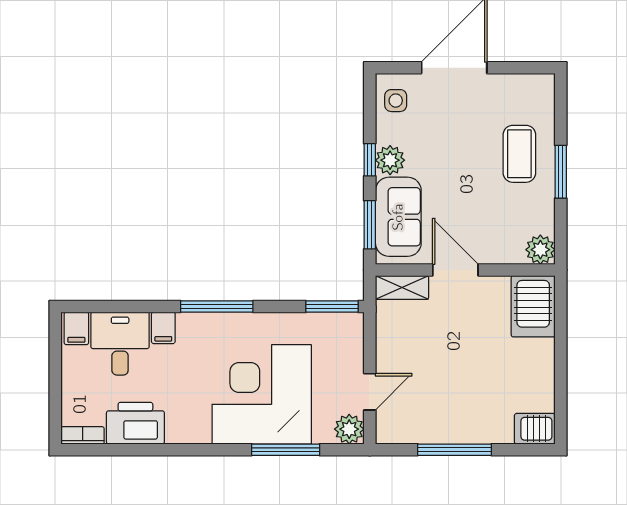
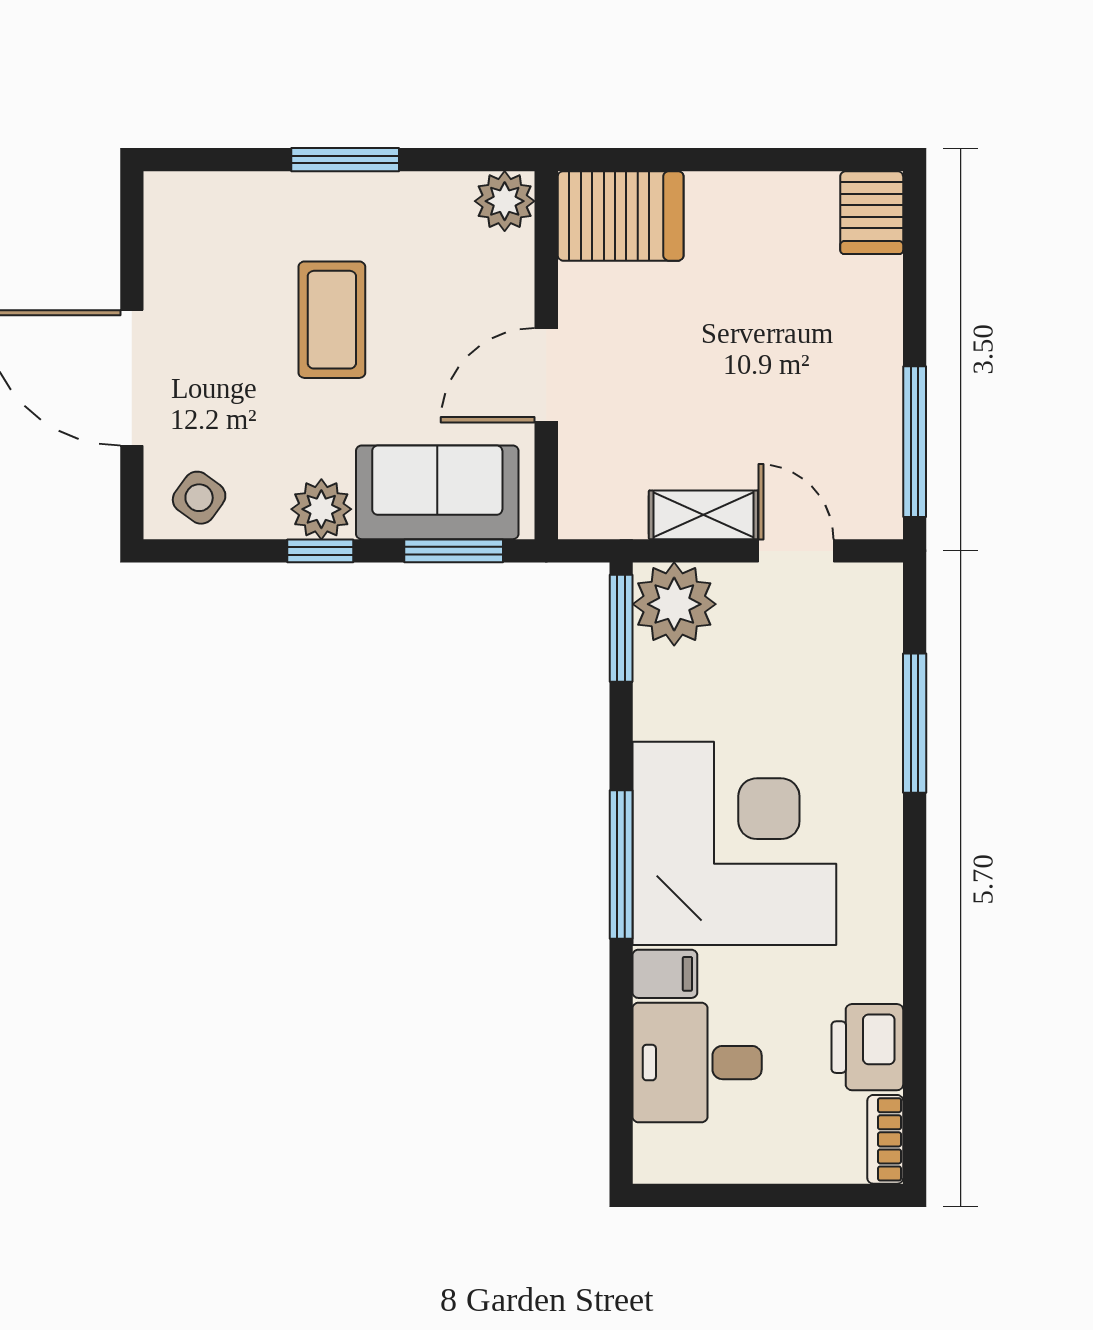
side table: (396, 101) -> (199, 498), turned 36
coffee table: (519, 154) -> (332, 320), moved, turned 90
shelving: (402, 288) -> (703, 515), moved, turned 90
filing cabinet: (76, 328) -> (666, 1152), removed
corner desk: (262, 394) -> (734, 843), moved, turned 180
printer: (135, 423) -> (867, 1047), width x0.73, depth x0.84
plant: (349, 429) -> (674, 604), moved, width x1.36, depth x1.36
window: (455, 450) -> (915, 442), moved

